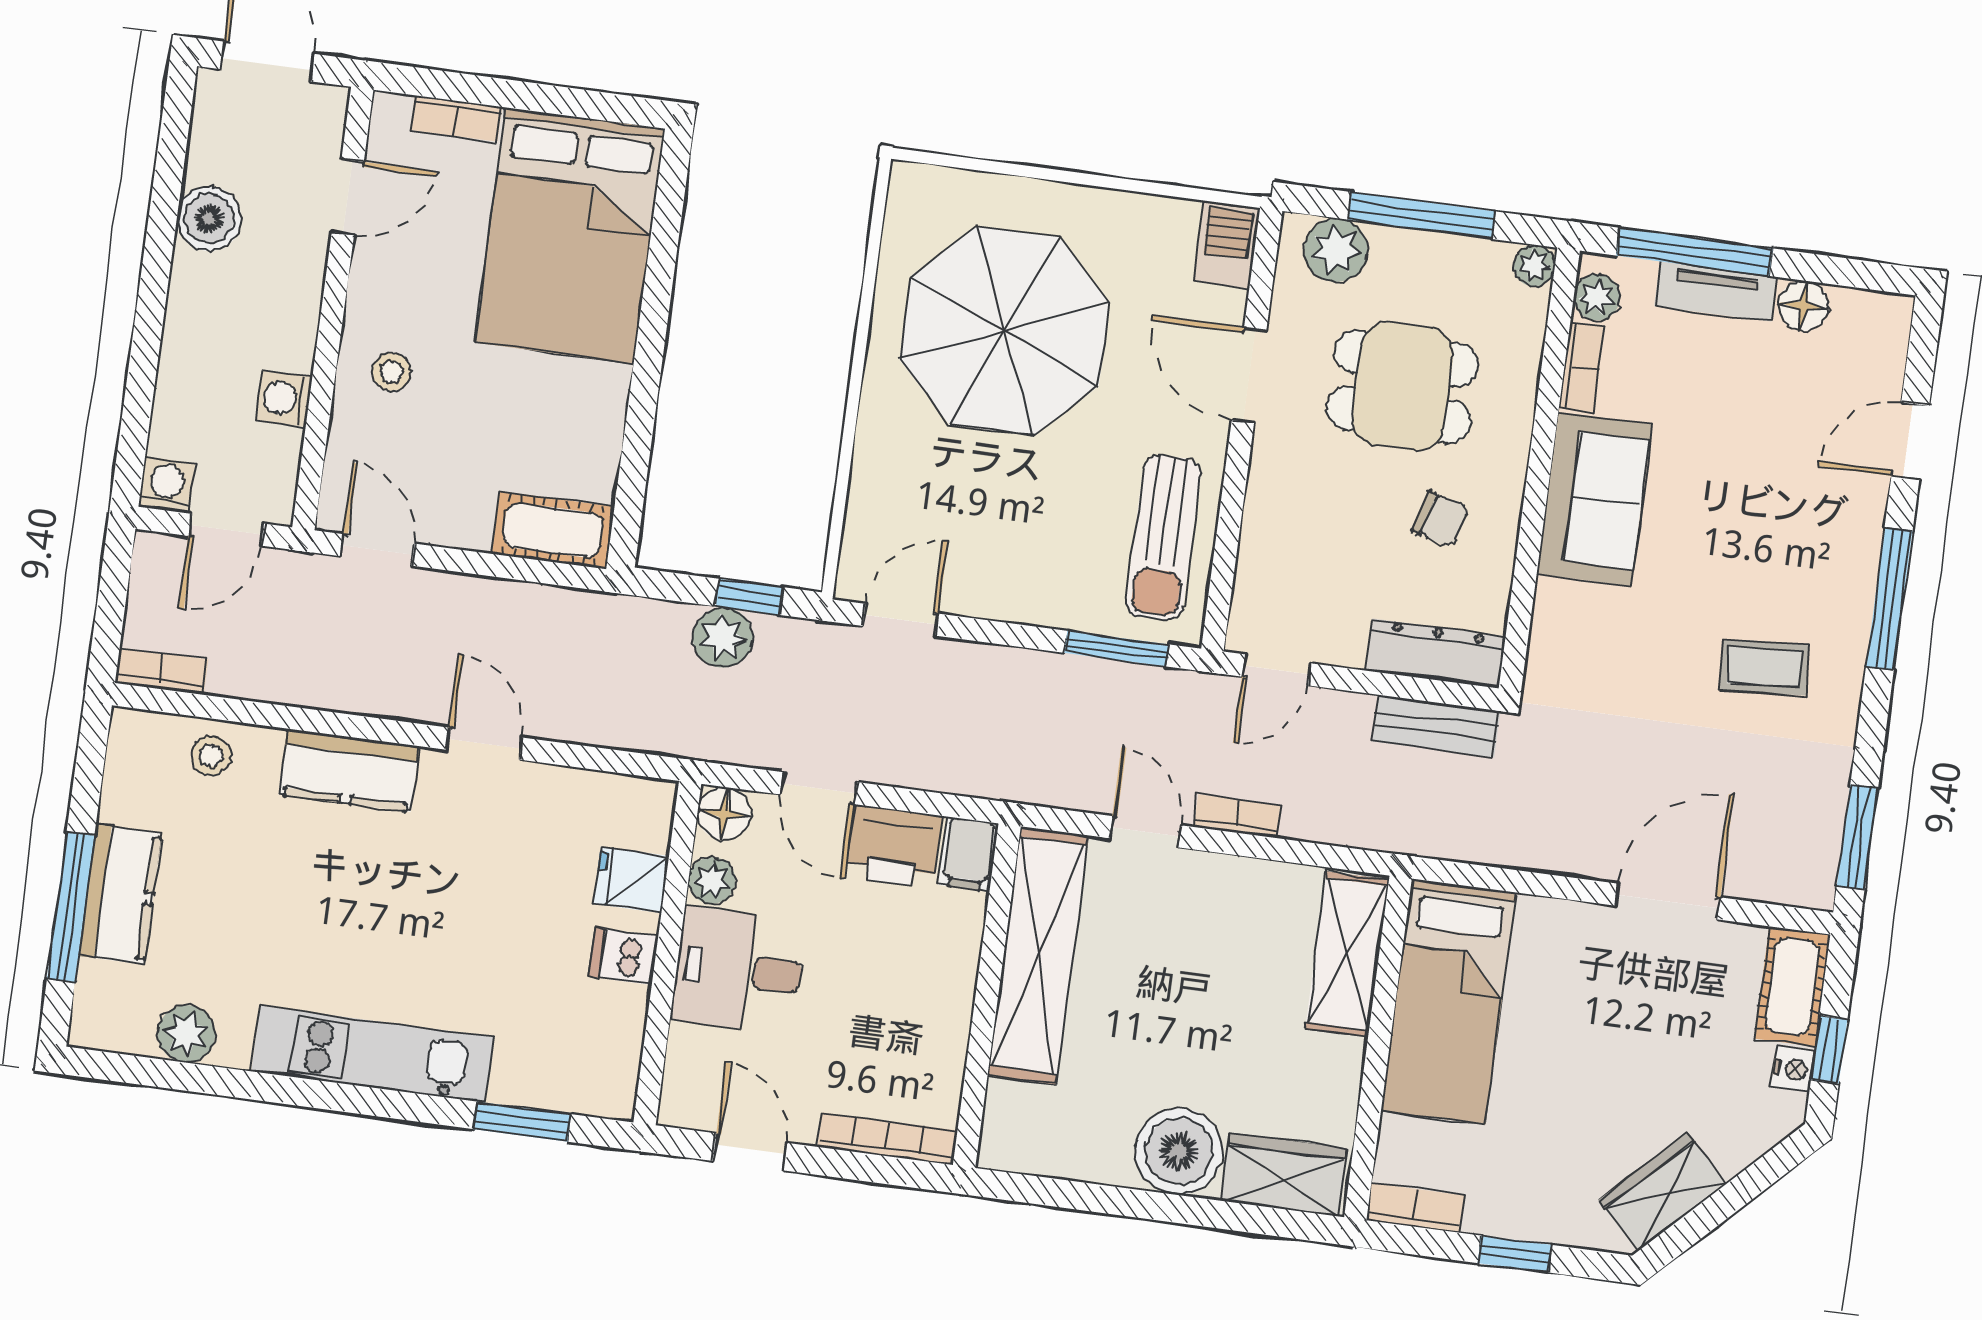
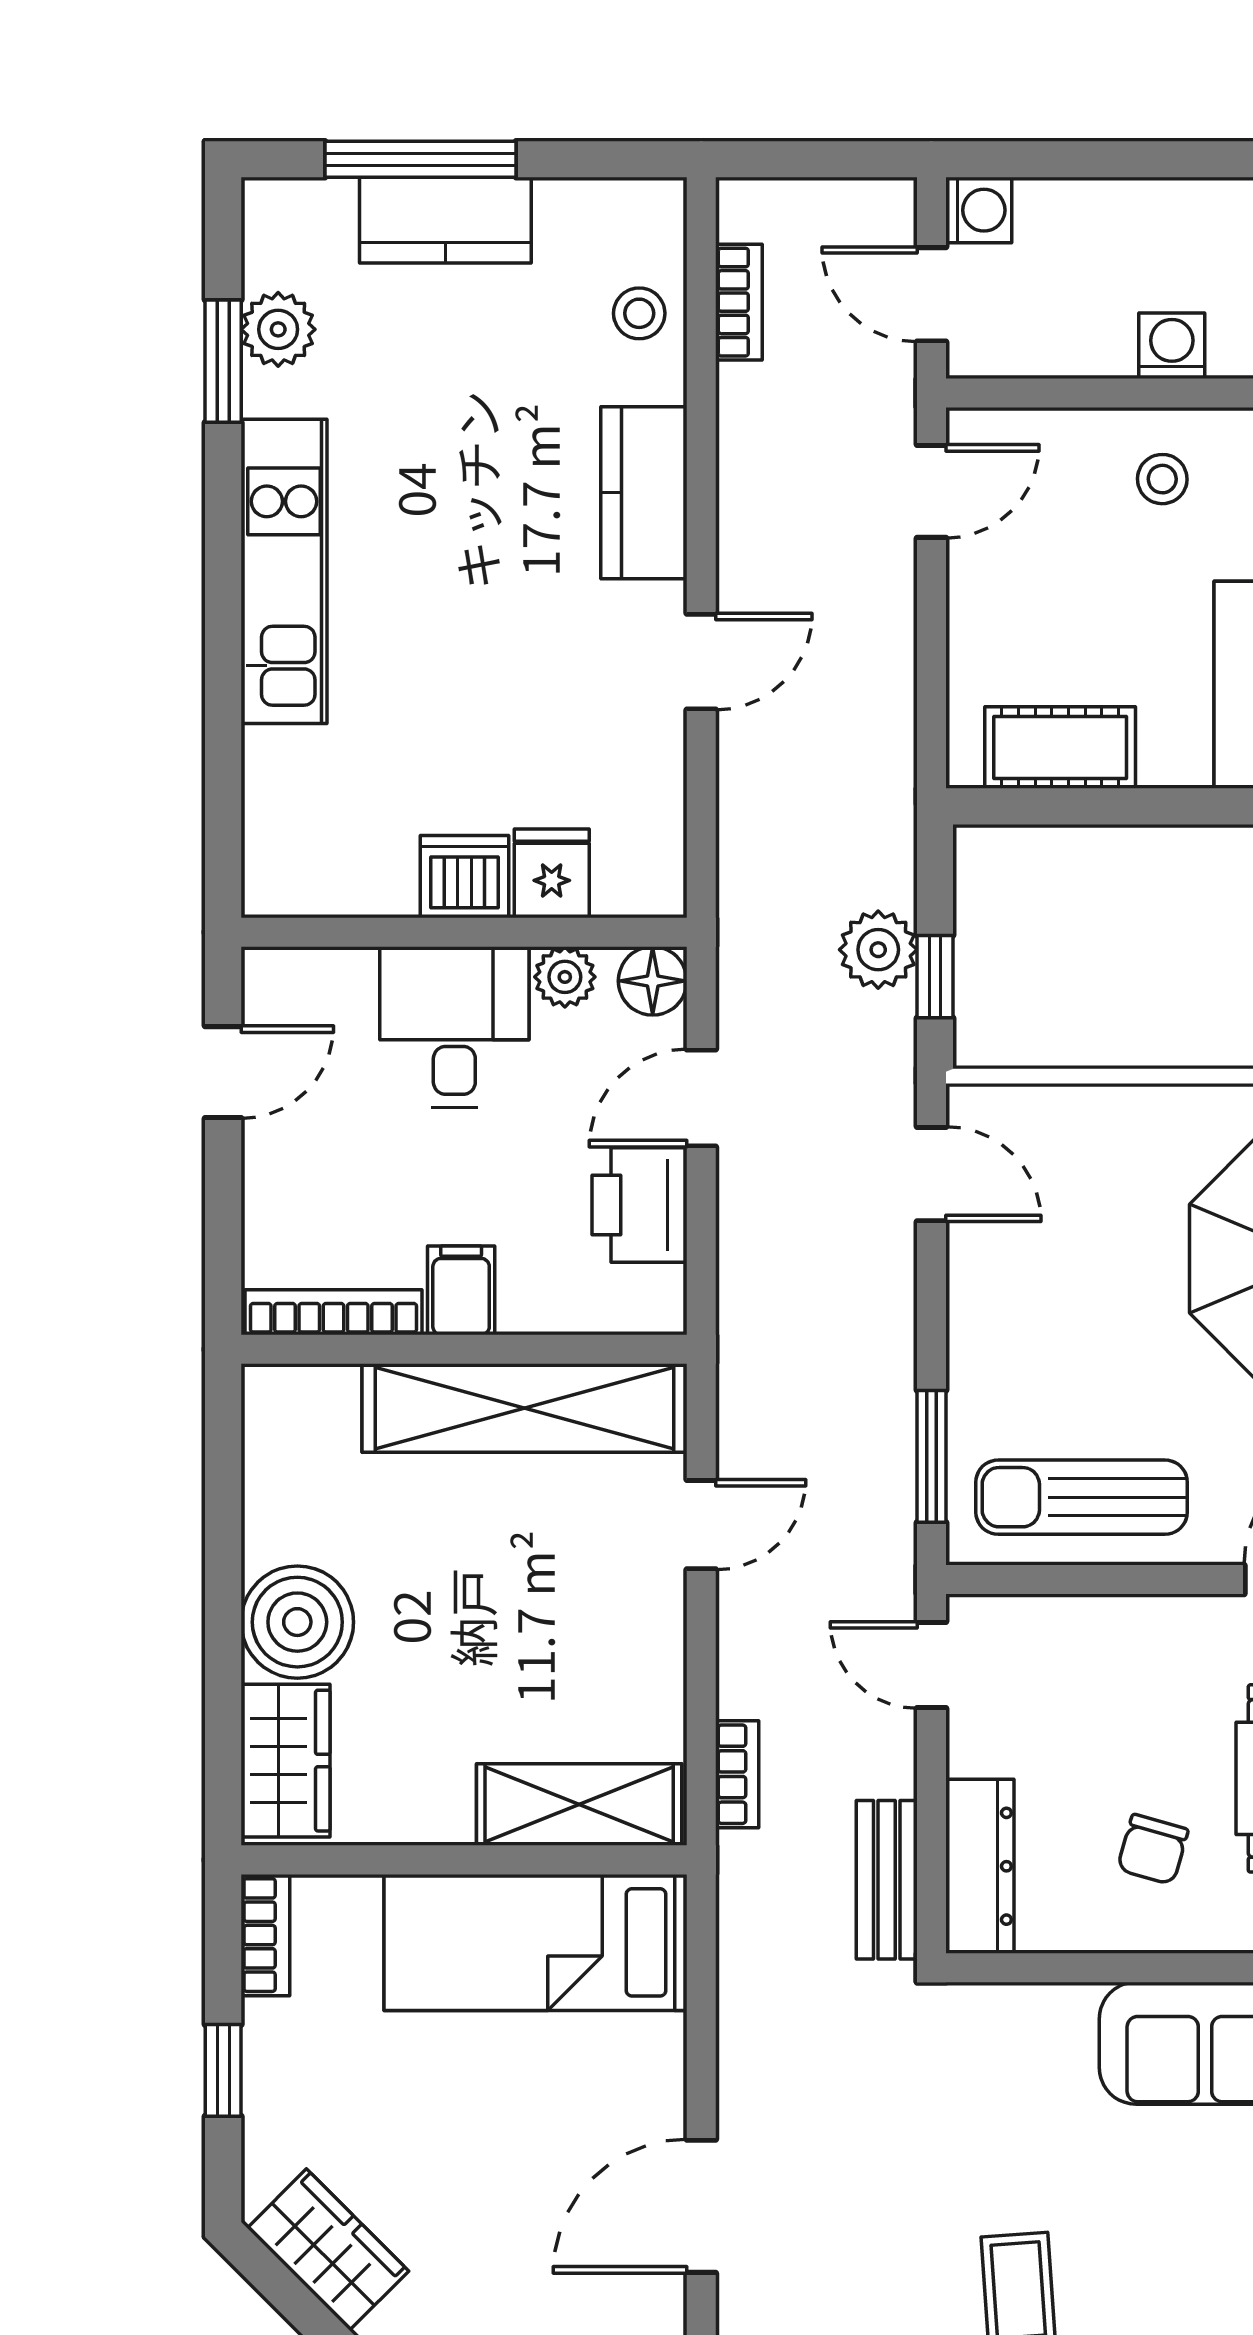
washing machine: (284, 398) -> (1172, 346), moved
cot: (553, 530) -> (1060, 748), moved, turned 90
bookcase: (161, 671) -> (739, 302), moved
bookcase: (1237, 816) -> (737, 1774), moved
filing cabinet: (968, 854) -> (461, 1290), moved, turned 90
door: (1668, 902) -> (701, 2206), swing flipped
dishwasher: (623, 956) -> (464, 877), width x1.38
window: (522, 1122) -> (223, 361), moved
bookcase: (888, 1139) -> (333, 1312), moved, turned -90

